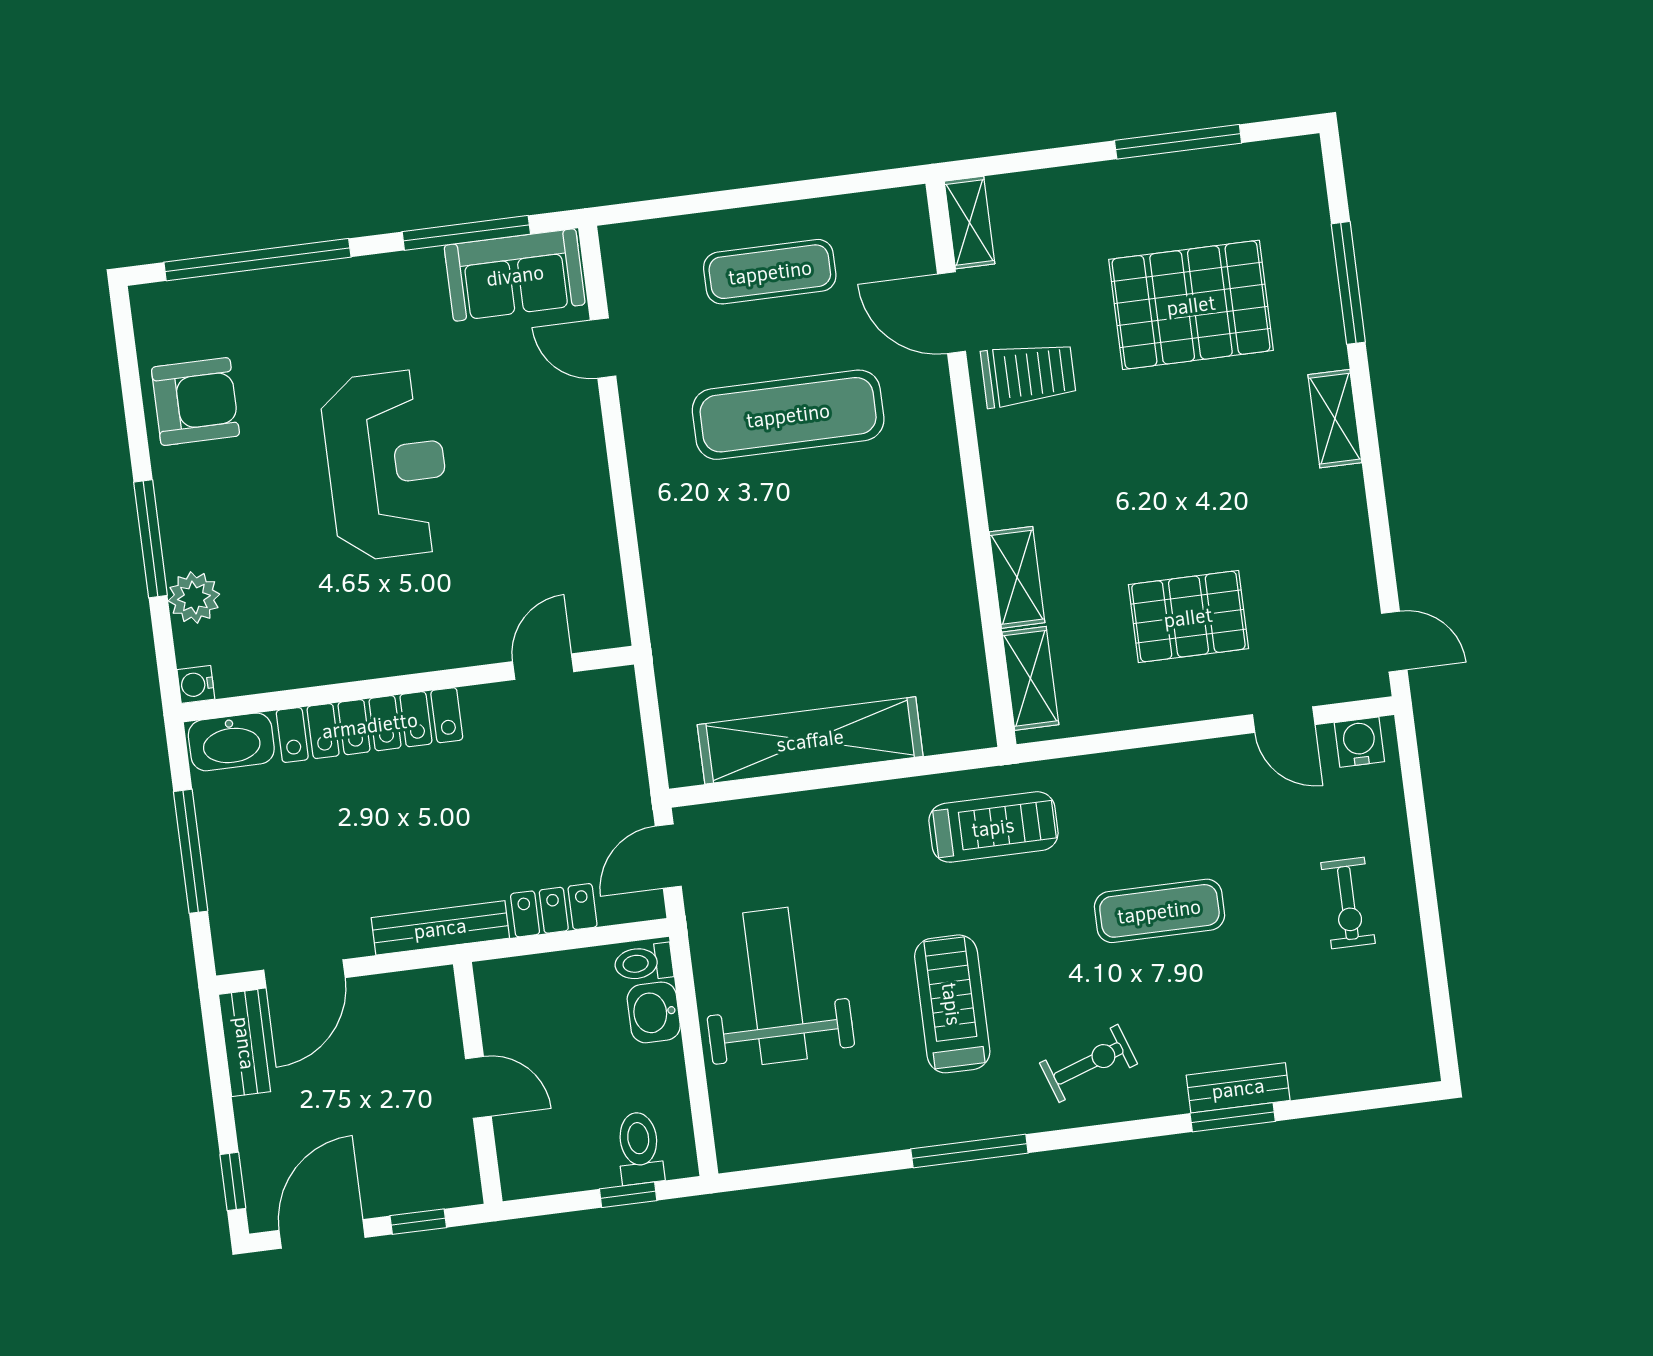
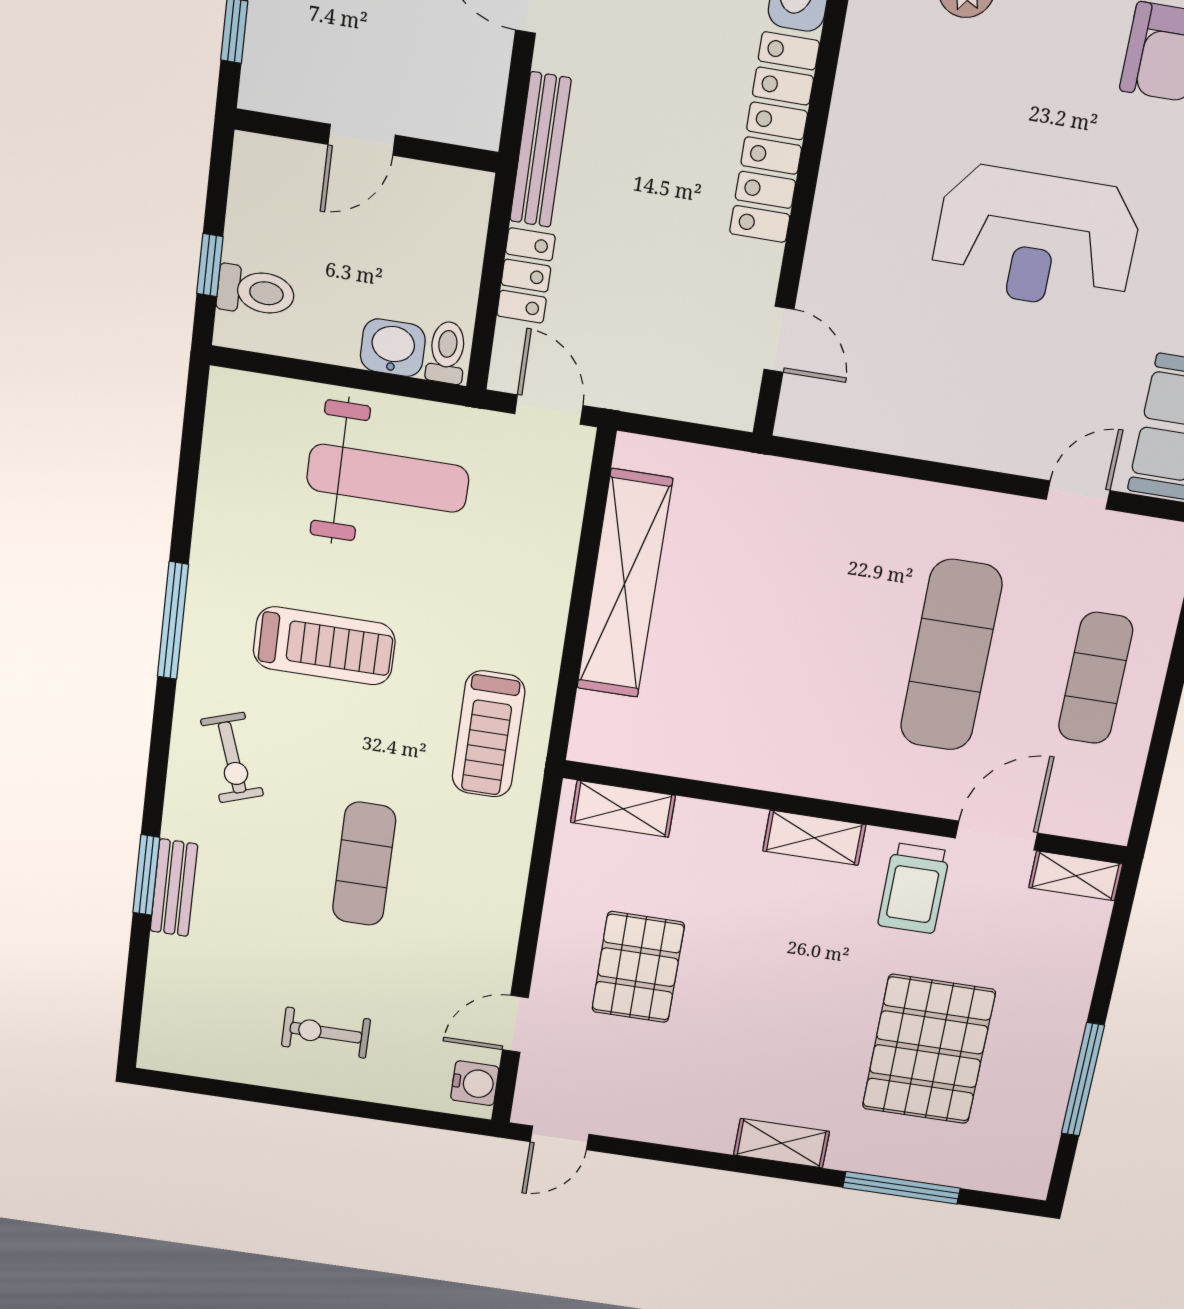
shelving: (1017, 577) -> (814, 838), moved

